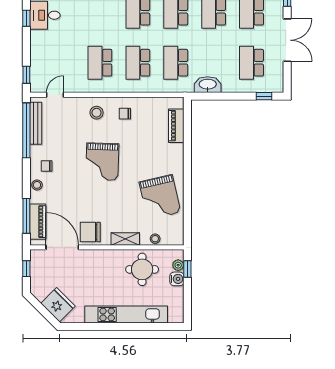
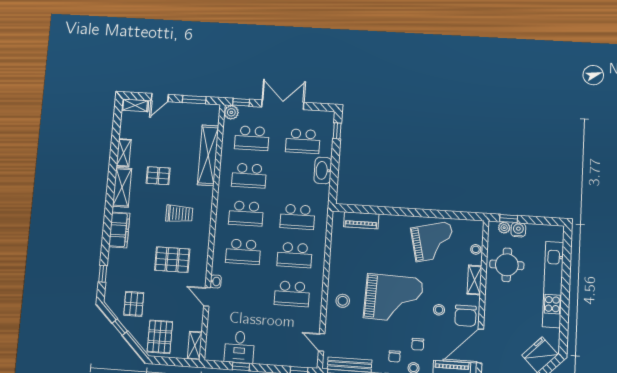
washbasin: (208, 85) -> (323, 170), moved
chair: (125, 114) -> (418, 344), moved
grand piano: (102, 162) -> (393, 298), width x1.37, depth x1.48
stool: (94, 206) -> (439, 310), added

